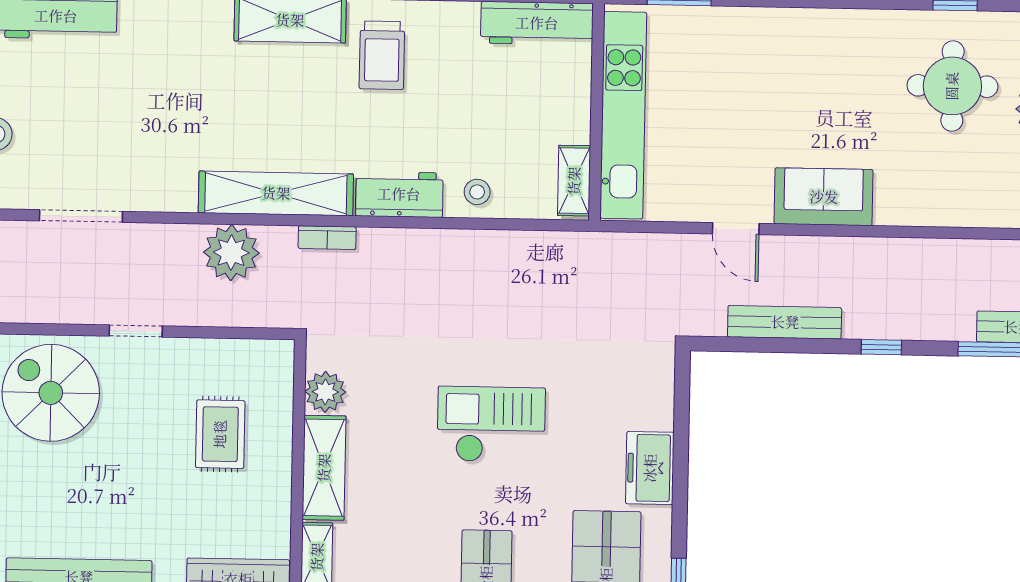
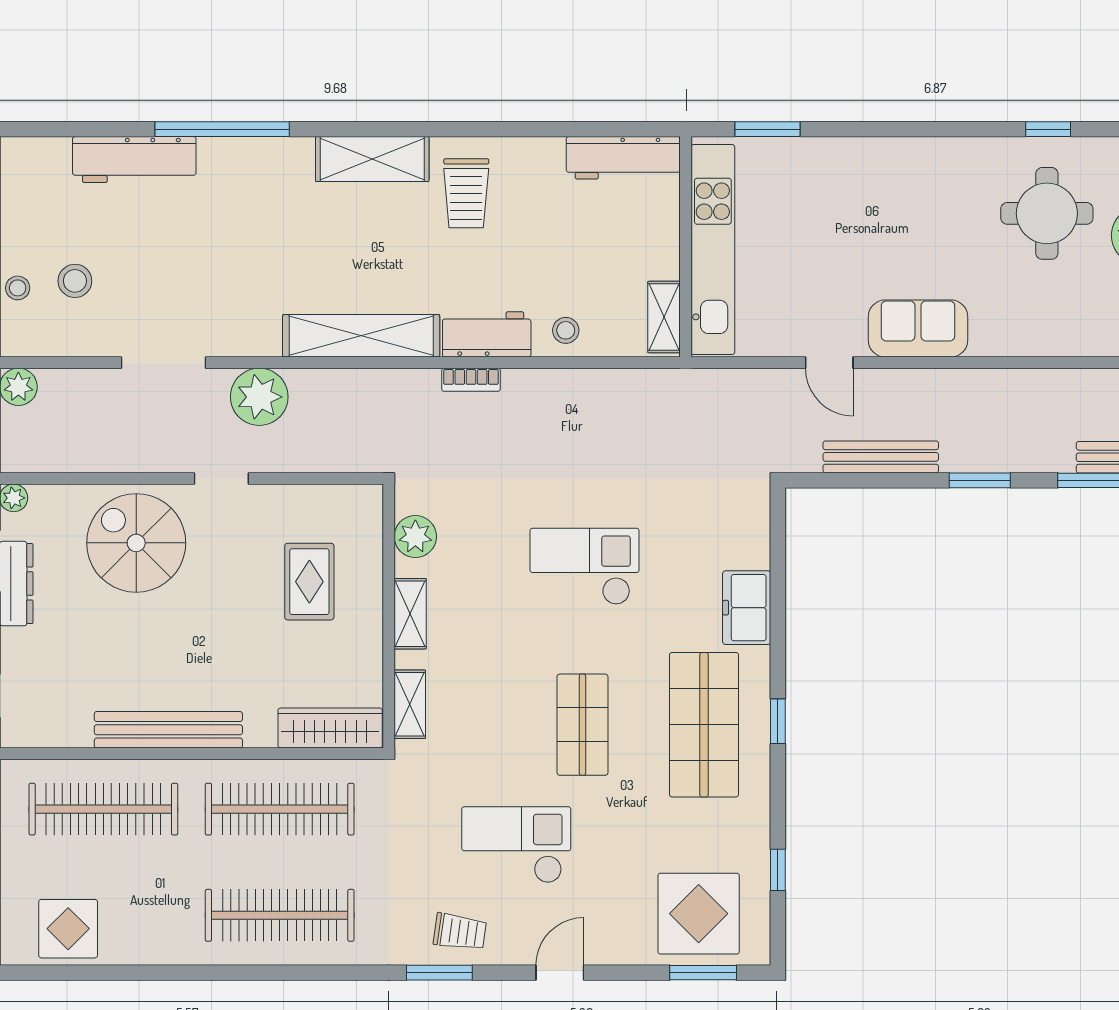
bookcase: (327, 238) -> (471, 380), moved
plant: (231, 253) -> (259, 397), moved
window: (881, 347) -> (980, 480), width x1.50
shelving: (324, 468) -> (410, 614), width x0.67, depth x0.75

